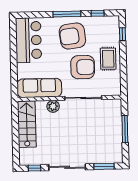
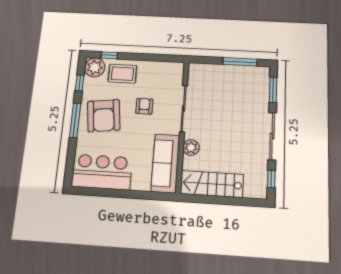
plant: (111, 24) -> (95, 67), added
rug: (108, 59) -> (122, 74), moved
armchair: (83, 67) -> (144, 106), width x0.53, depth x0.53
window: (125, 129) -> (240, 62), moved

